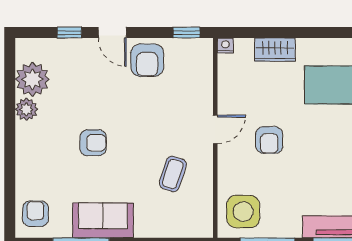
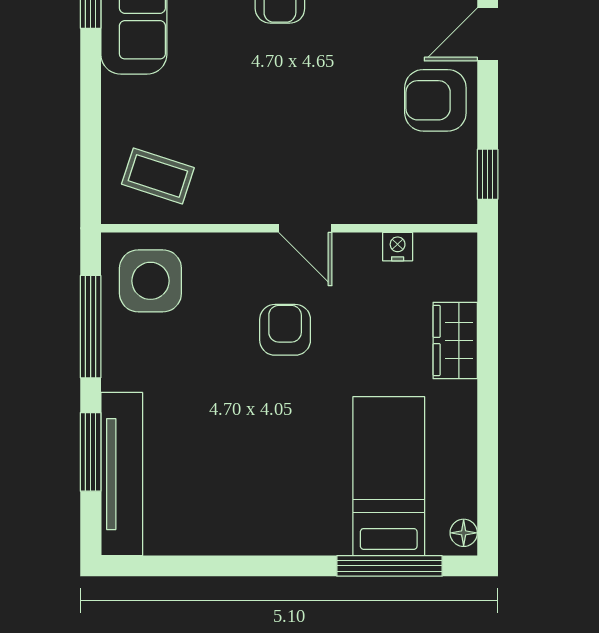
nightstand: (225, 45) -> (398, 247), moved, turned -90
armchair: (269, 140) -> (285, 330), turned 90
coffee table: (173, 174) -> (158, 176), moved

